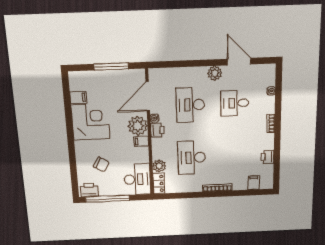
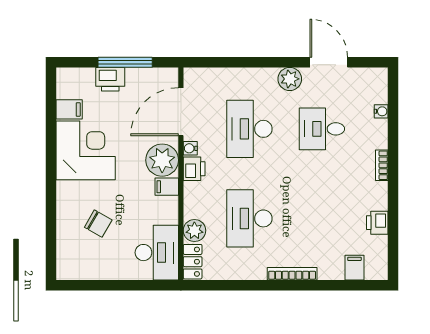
printer: (89, 190) -> (110, 79), moved, turned 180
window: (108, 199) -> (104, 285), removed

